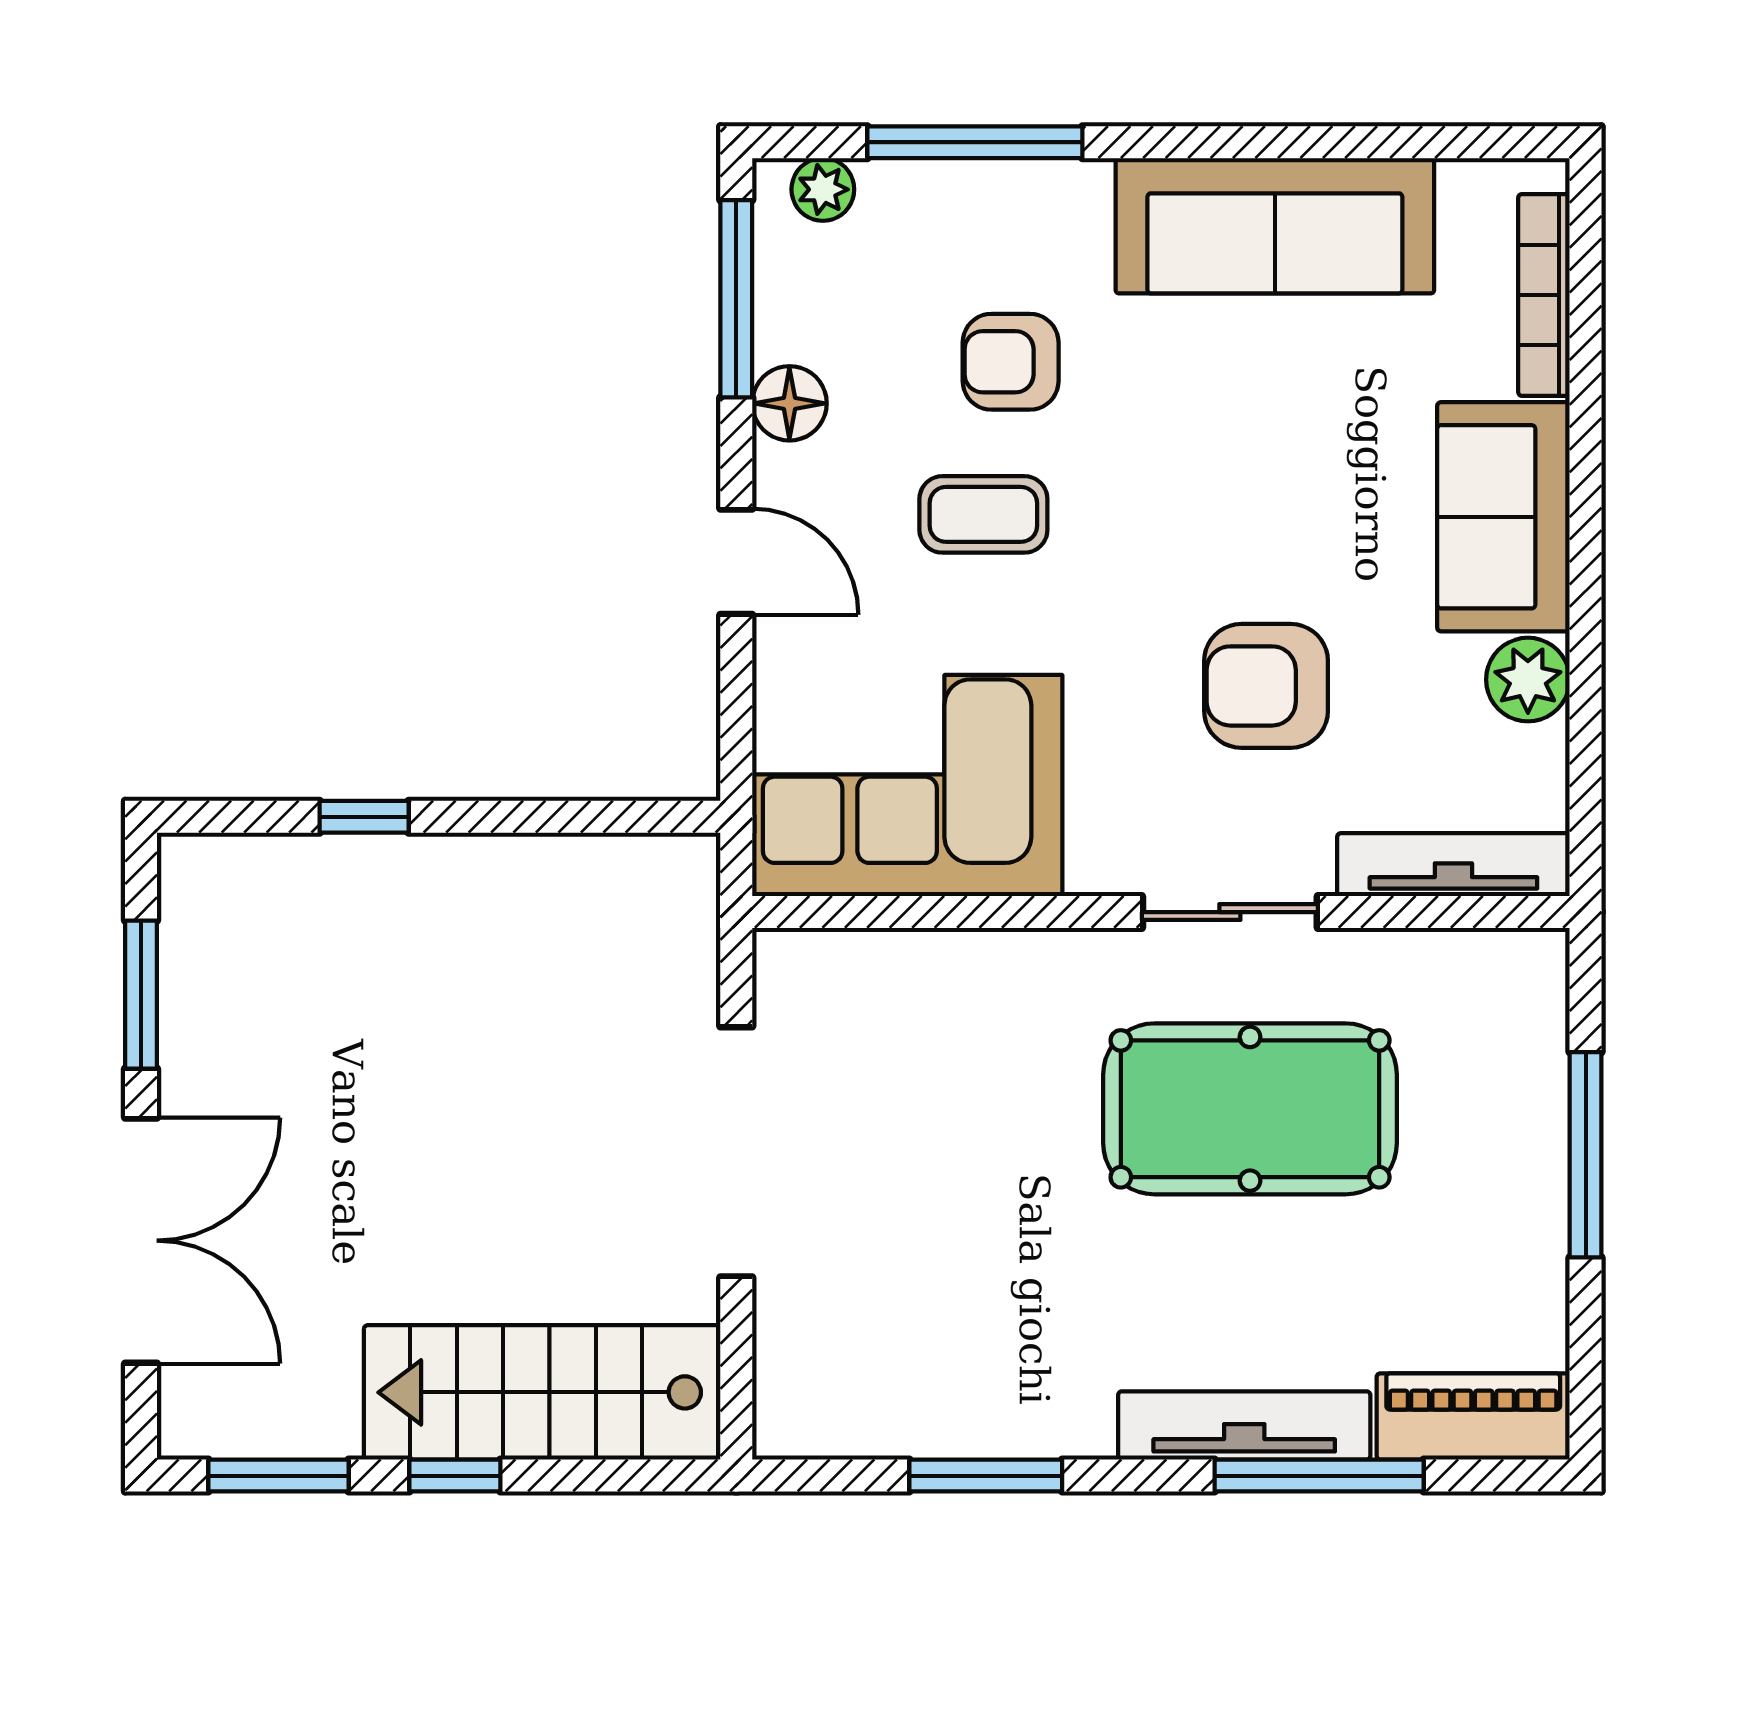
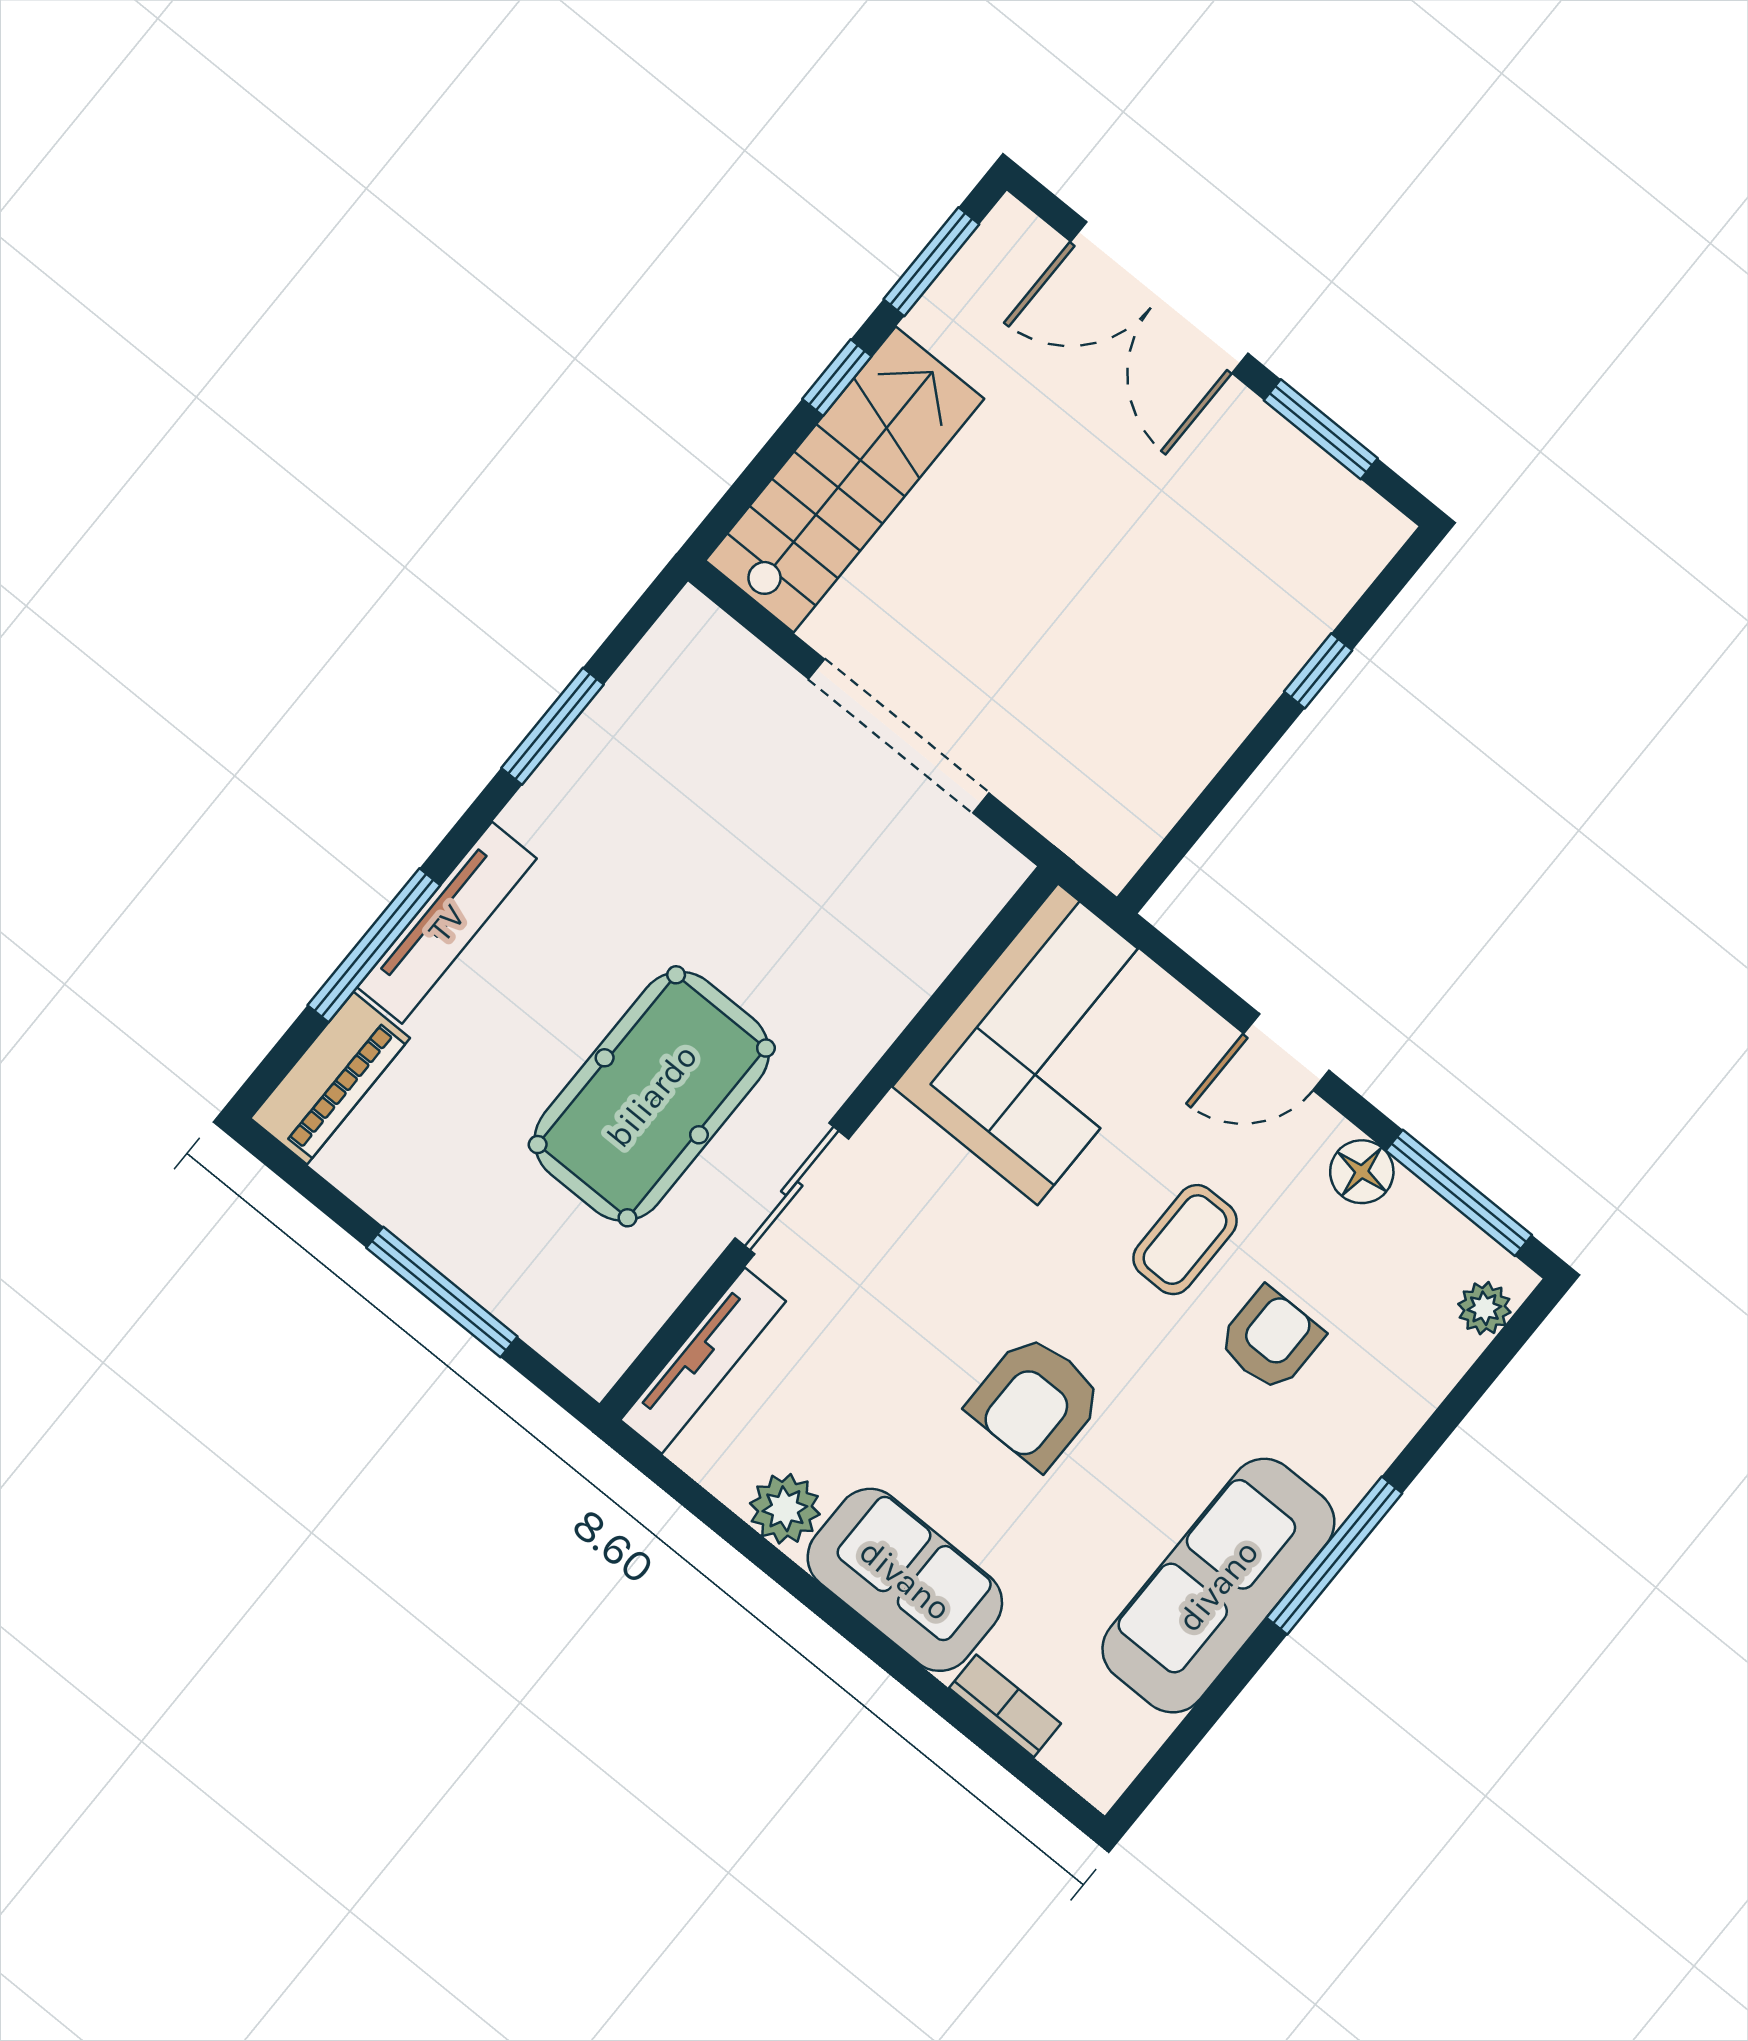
window: (975, 142) -> (1334, 1555), moved
bookcase: (1544, 295) -> (1005, 1706), width x0.64
armchair: (1266, 686) -> (1036, 1401), moved, turned 180

